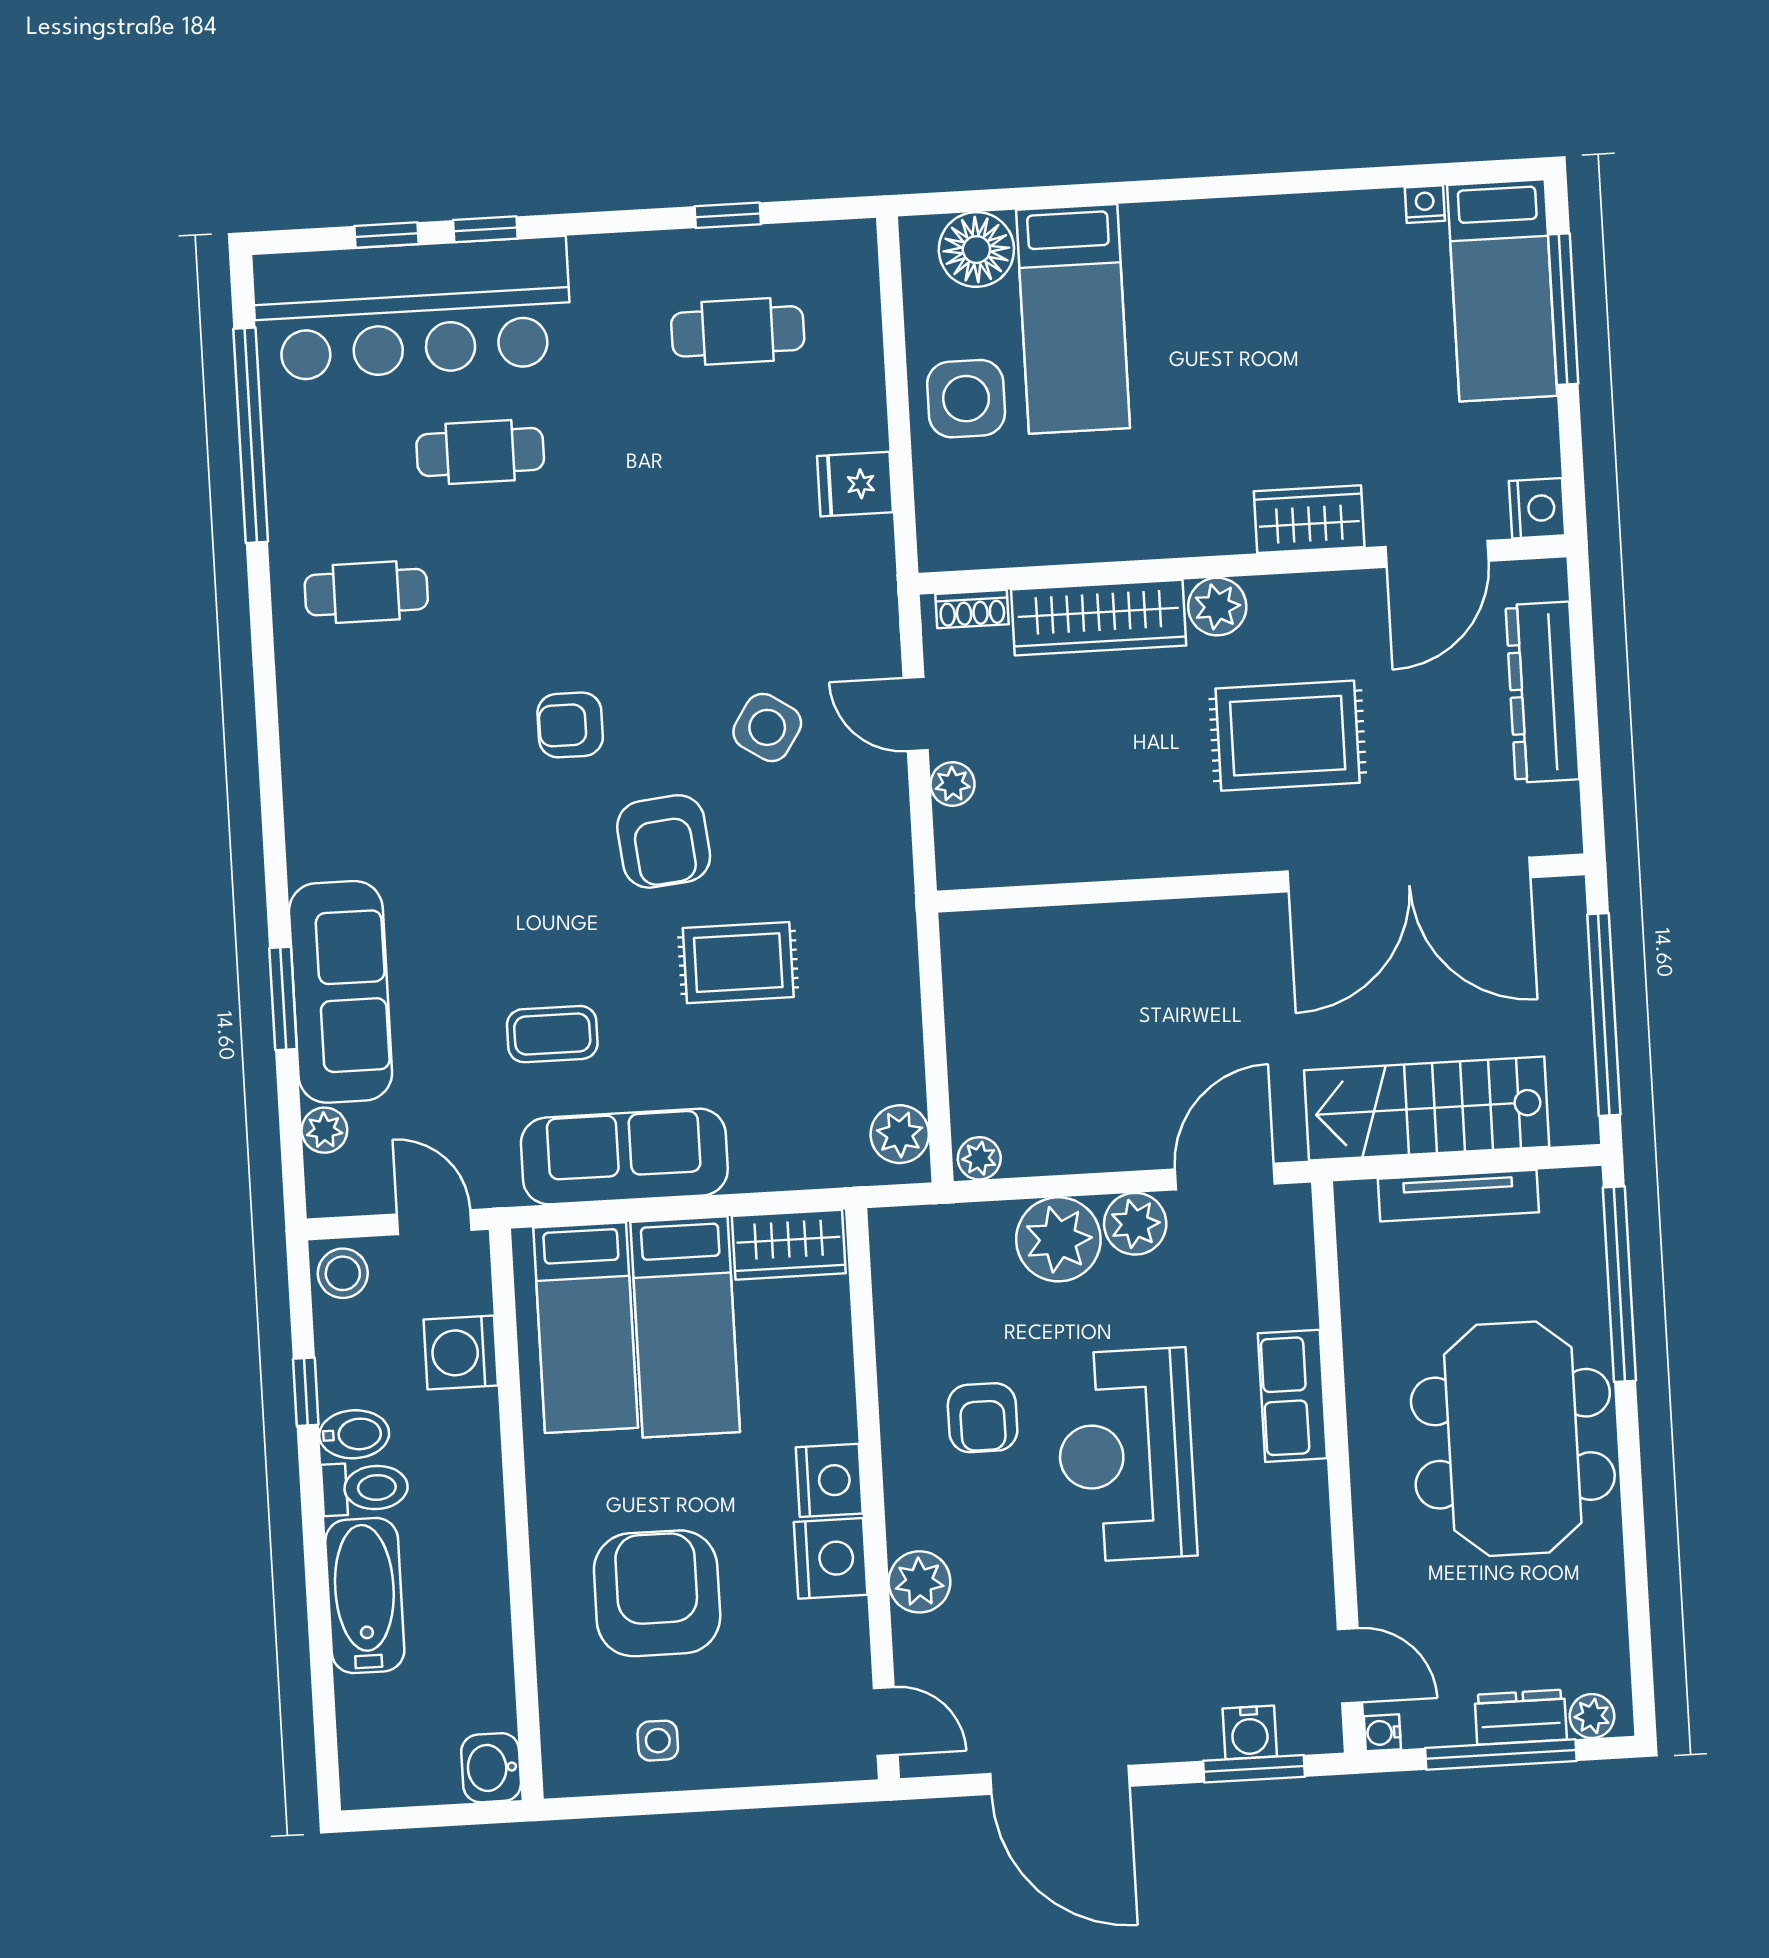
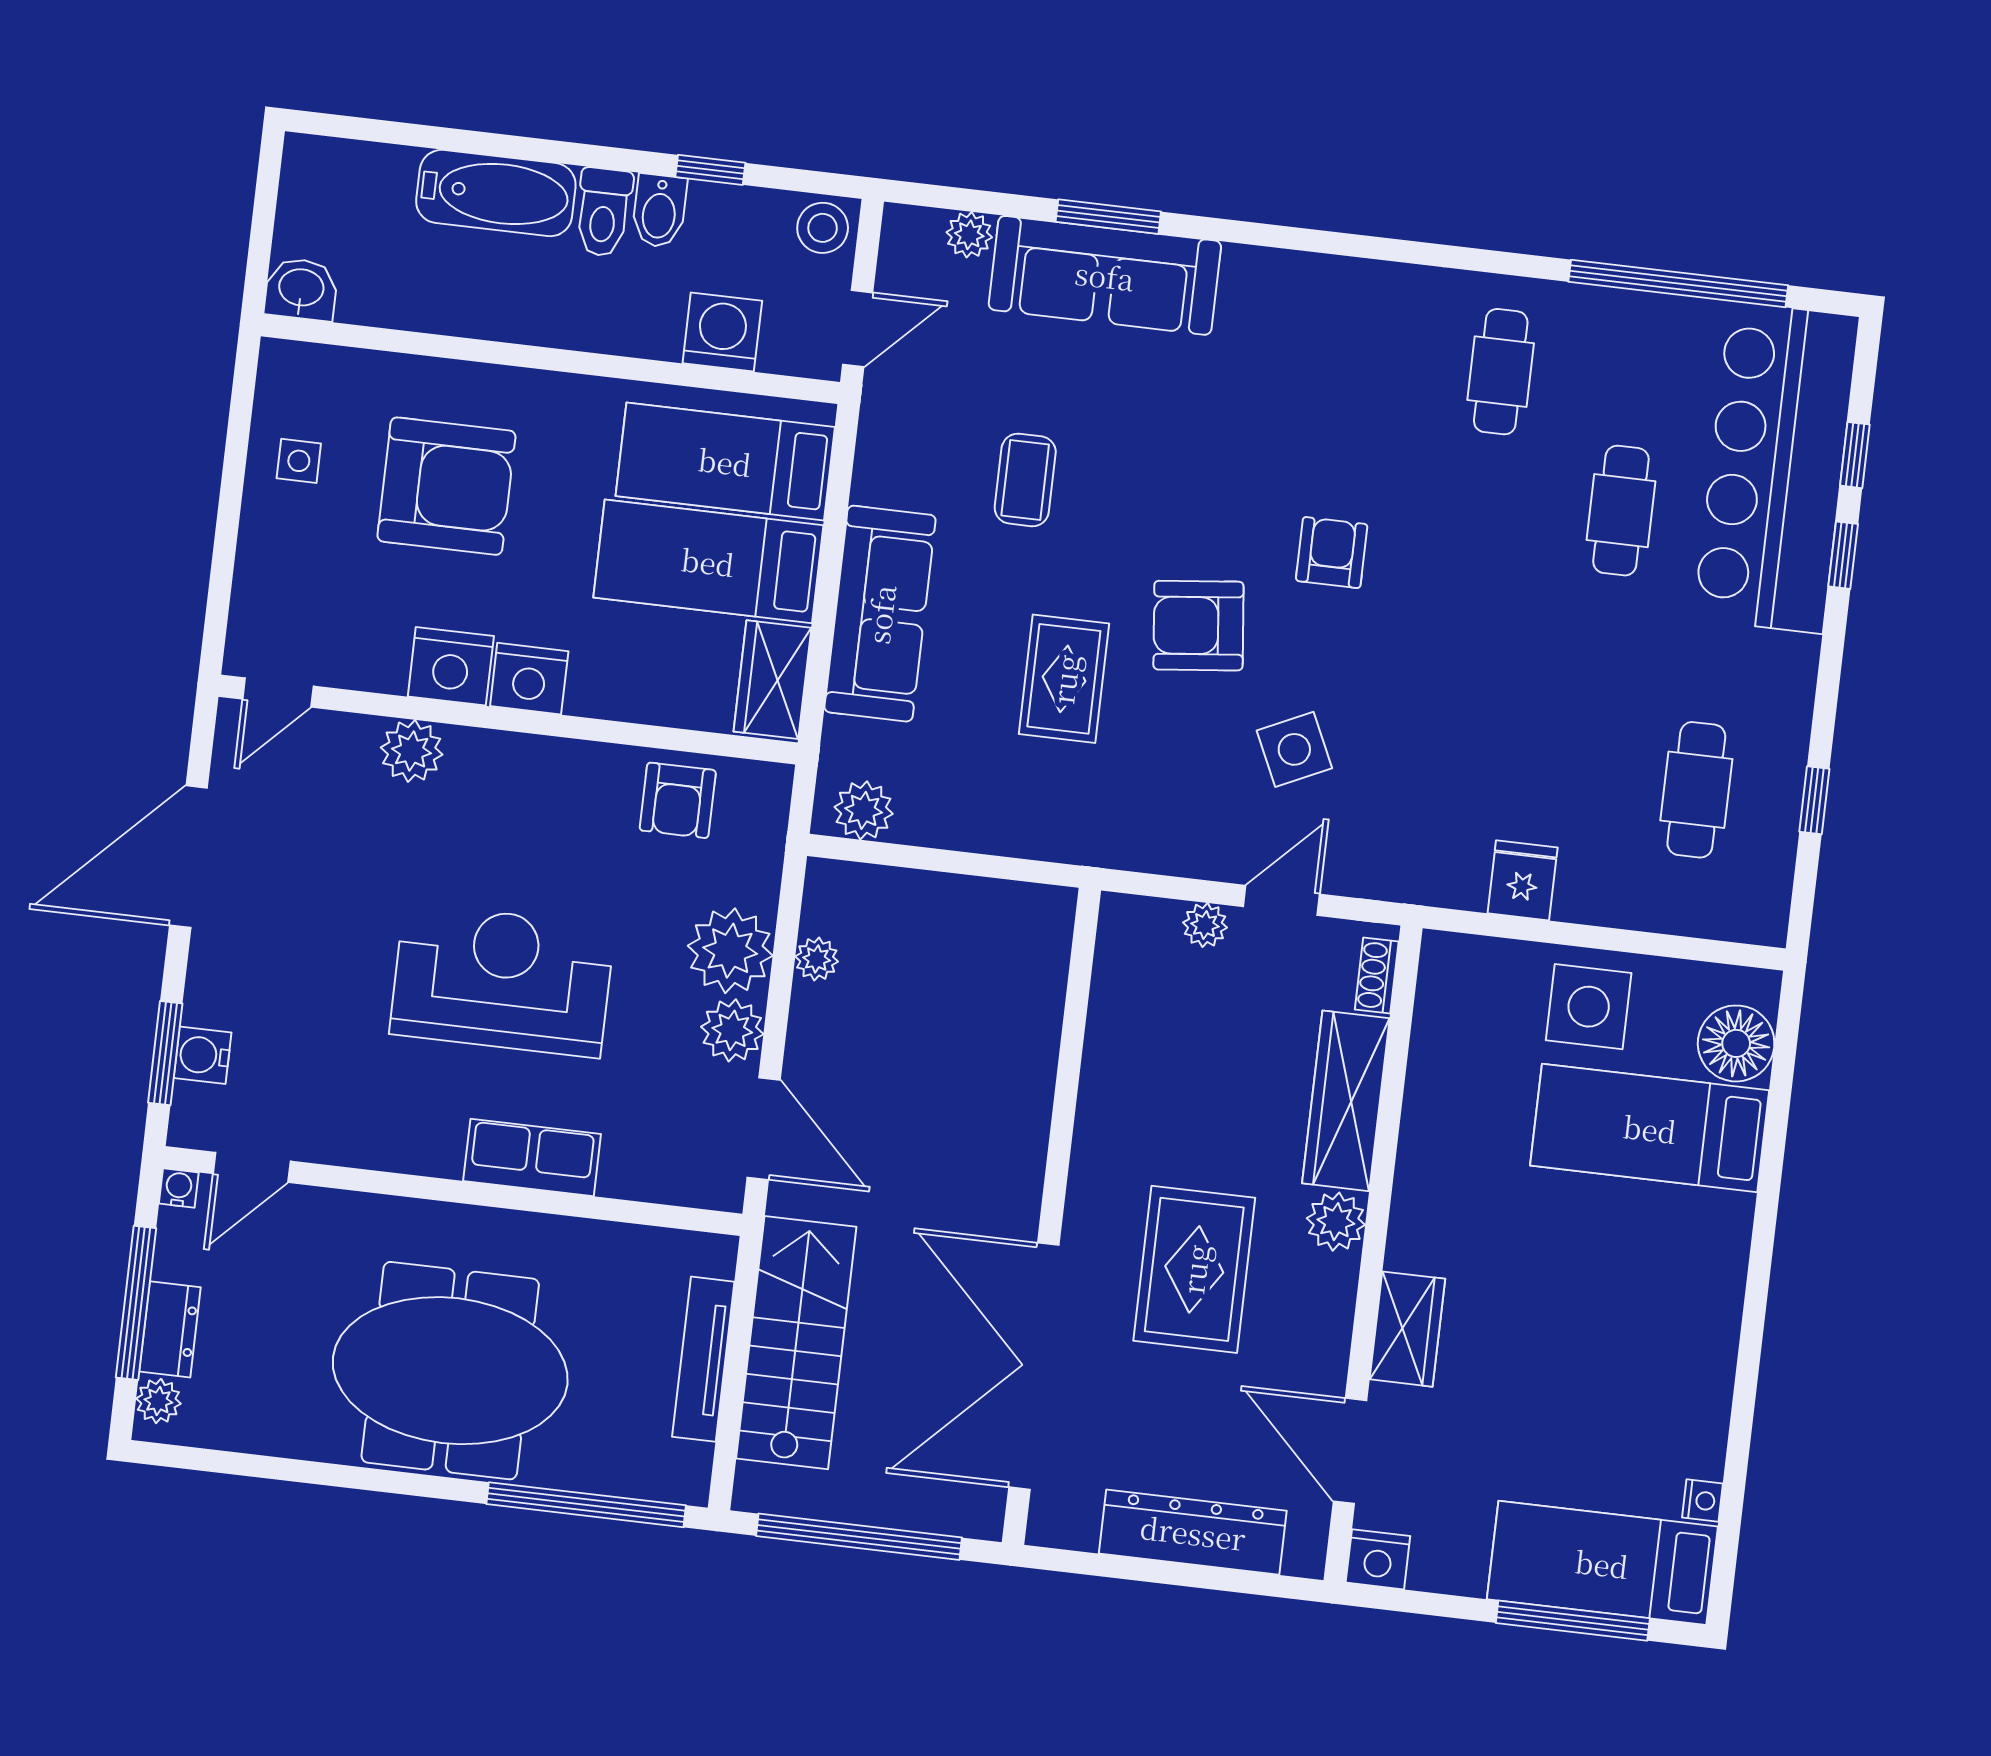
side table: (767, 727) -> (1294, 749), turned 32
sofa: (624, 1157) -> (880, 614), moved
plant: (979, 1158) -> (817, 959), moved
armchair: (983, 1418) -> (678, 800), moved, turned -90

